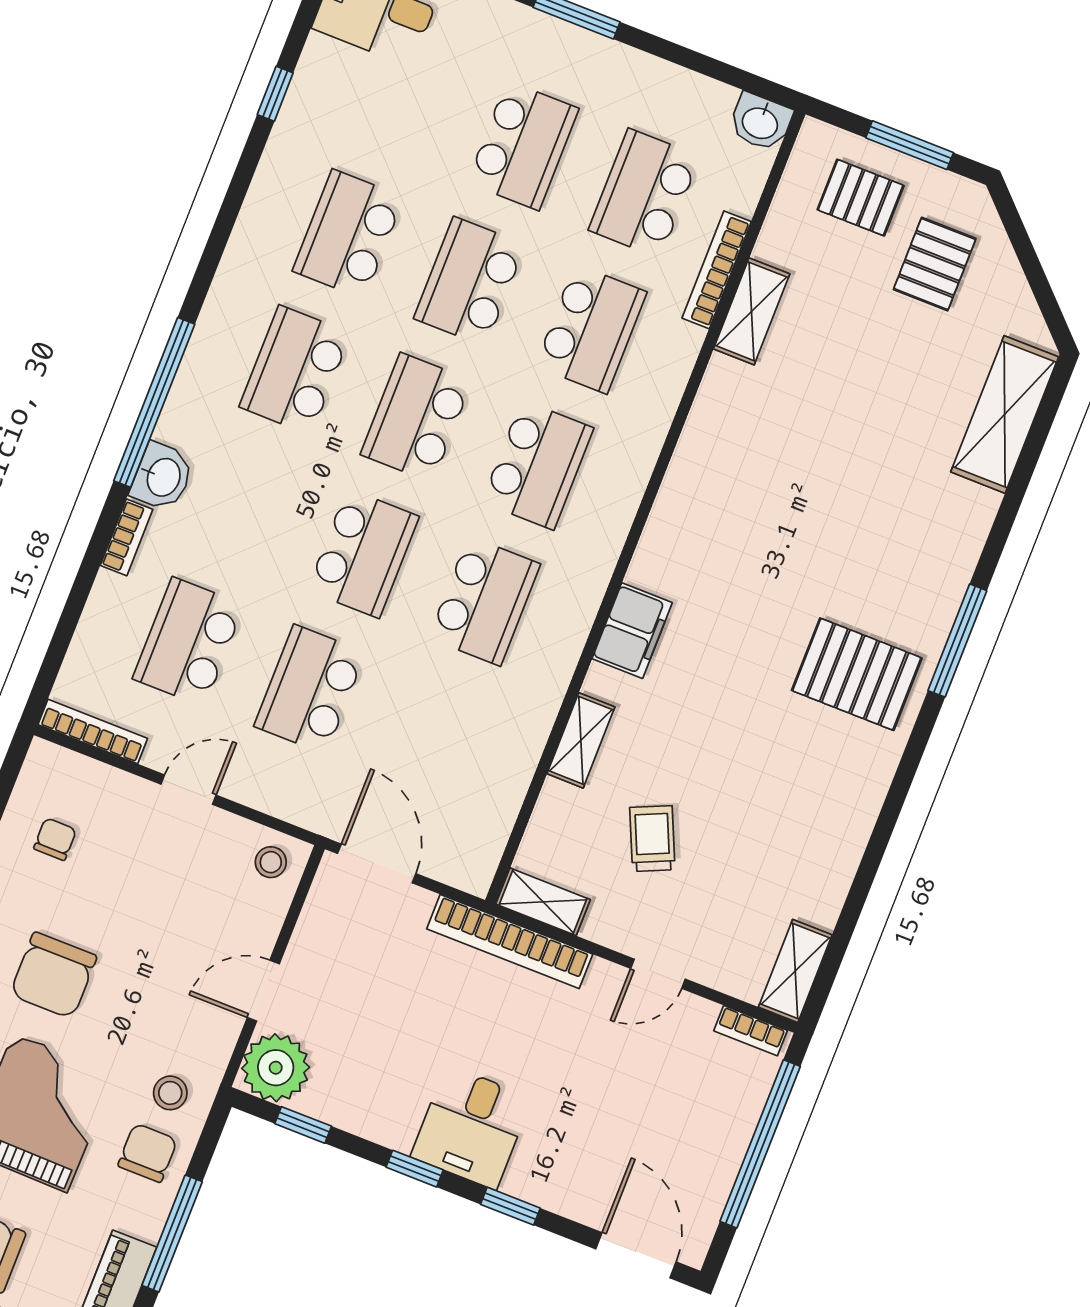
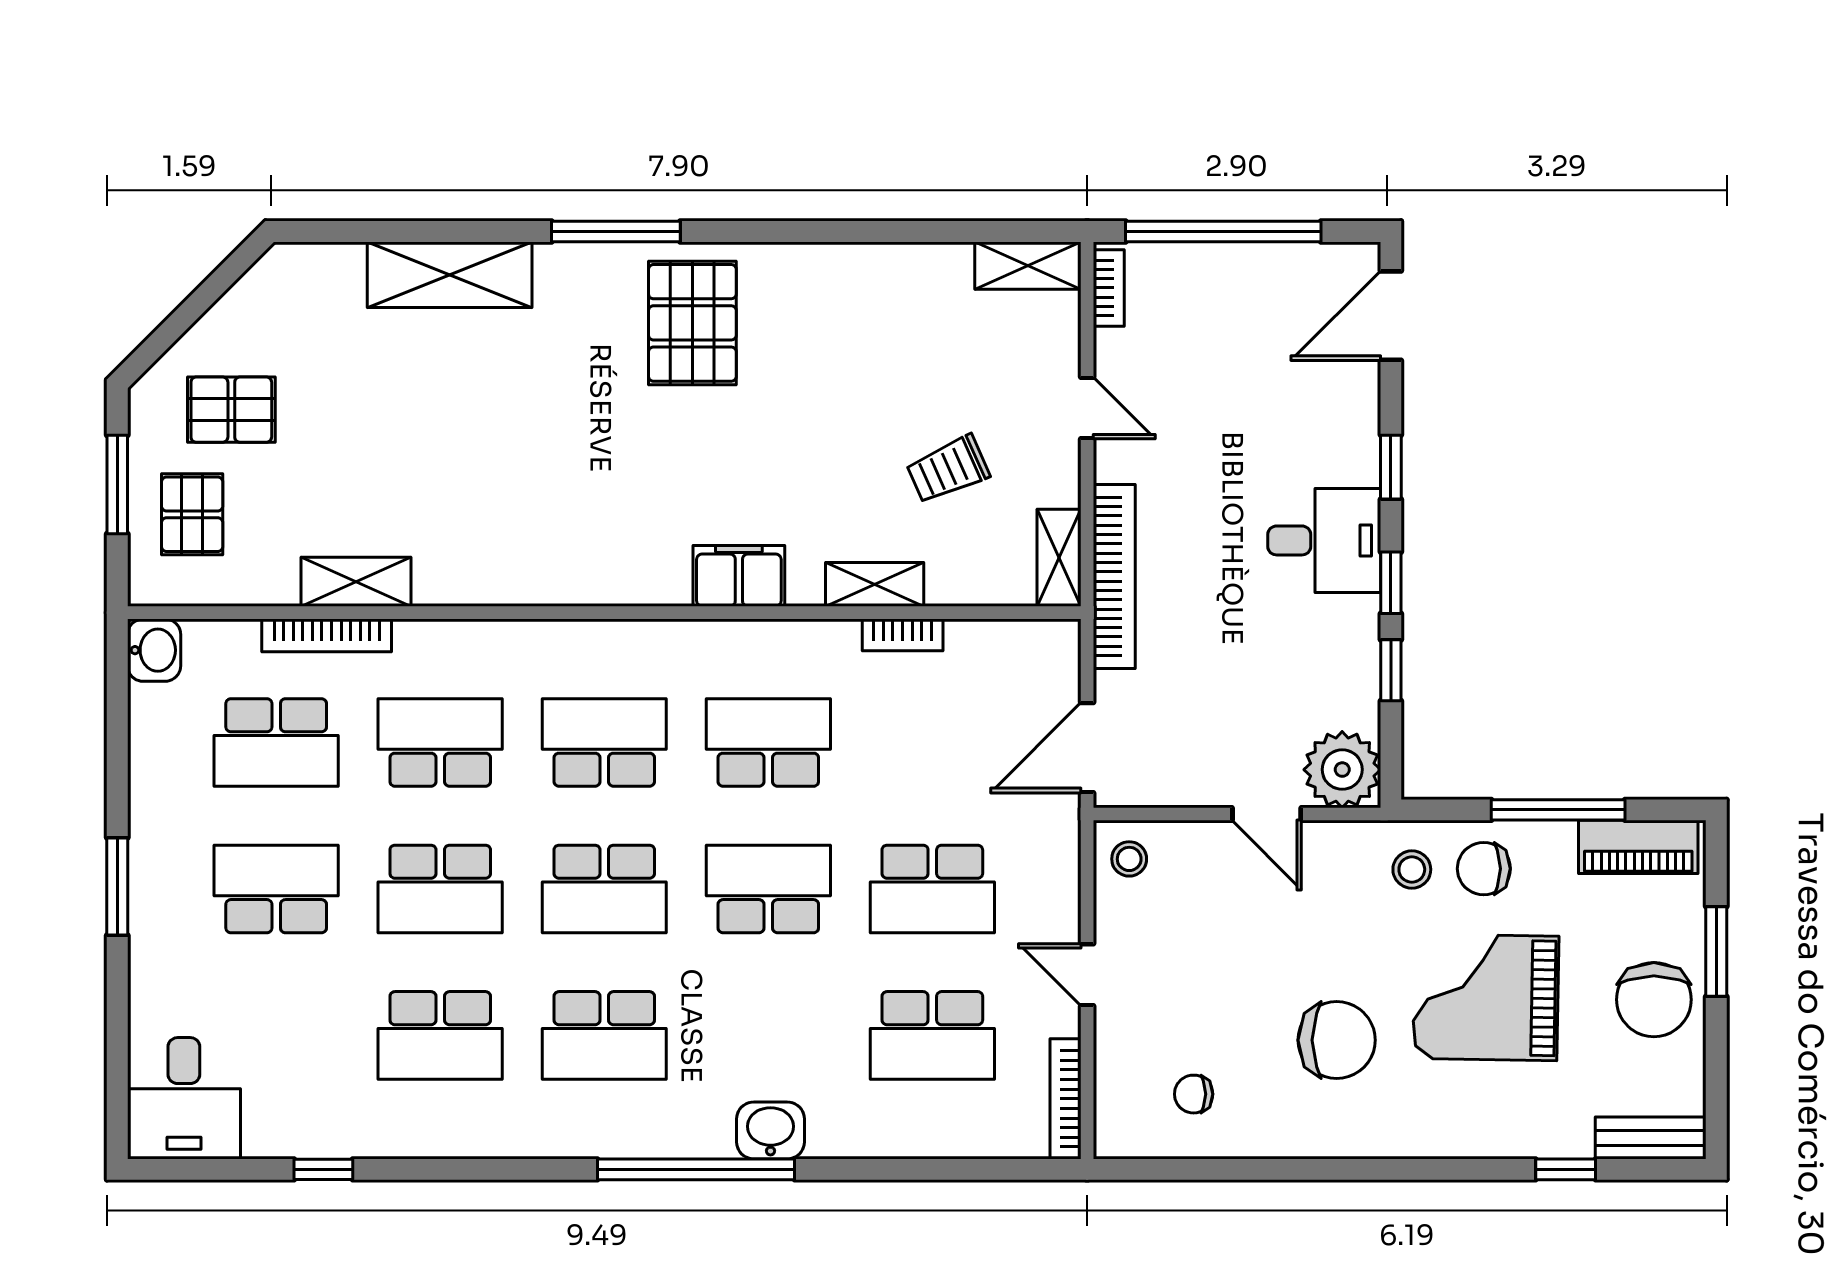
shelving: (1005, 414) -> (450, 275), moved
bookcase: (127, 537) -> (903, 635), moved, turned 180
window: (303, 1125) -> (1391, 670), moved

